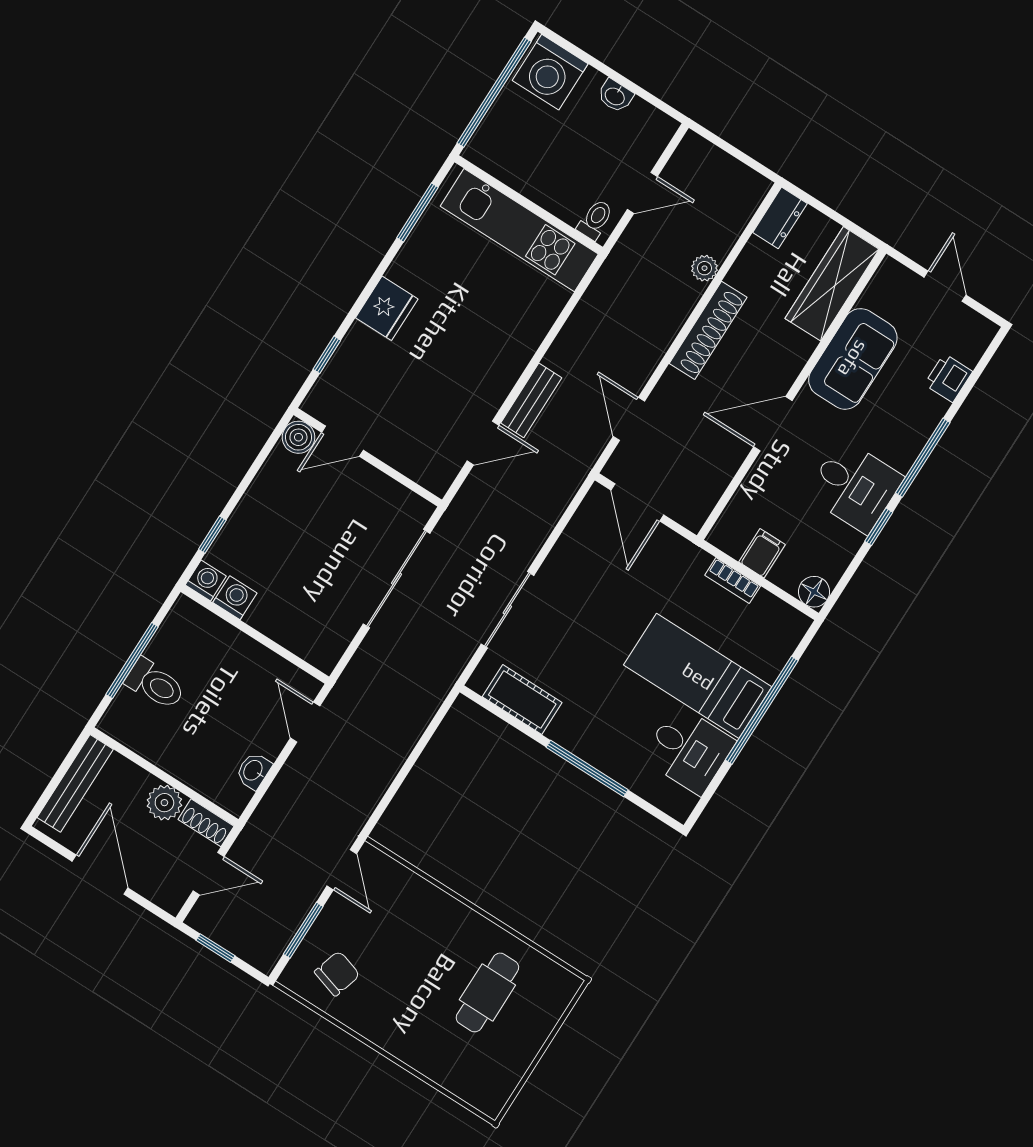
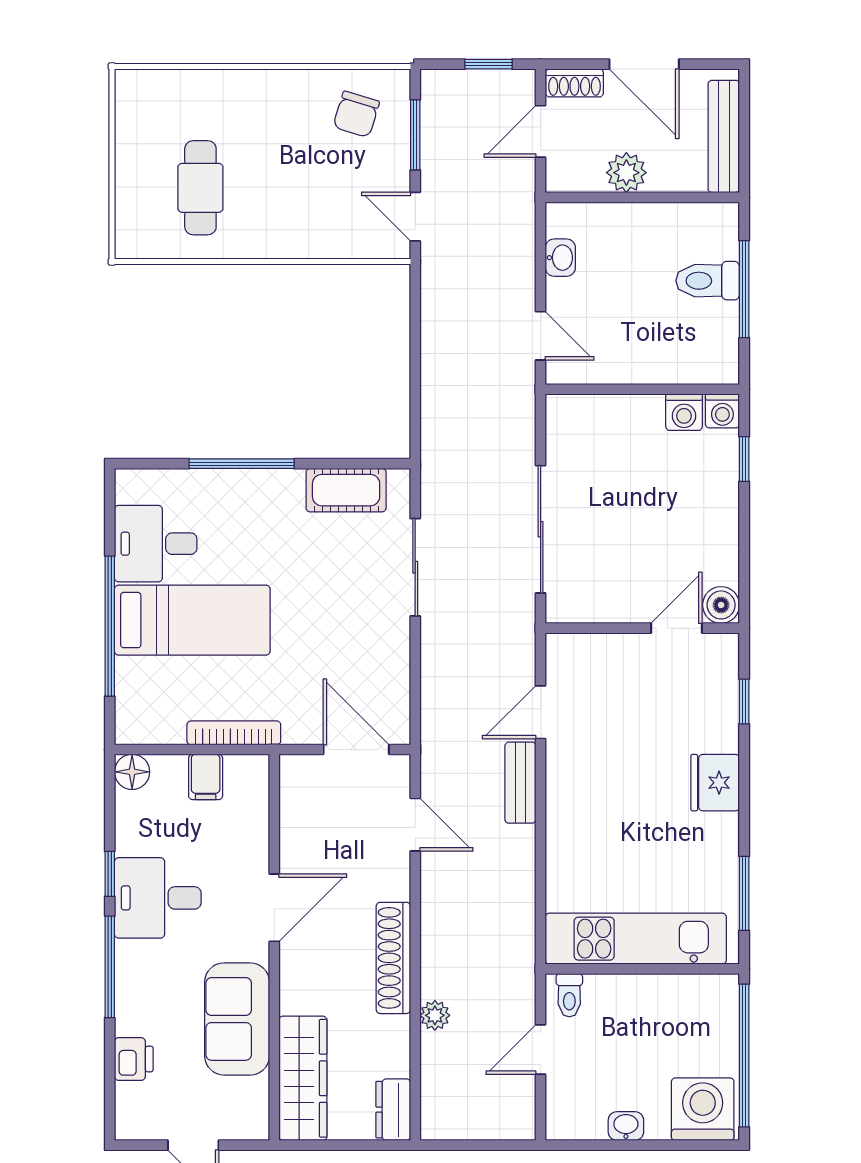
bookcase: (733, 581) -> (234, 733), width x1.56
shoe rack: (206, 823) -> (574, 83), moved, turned 180

